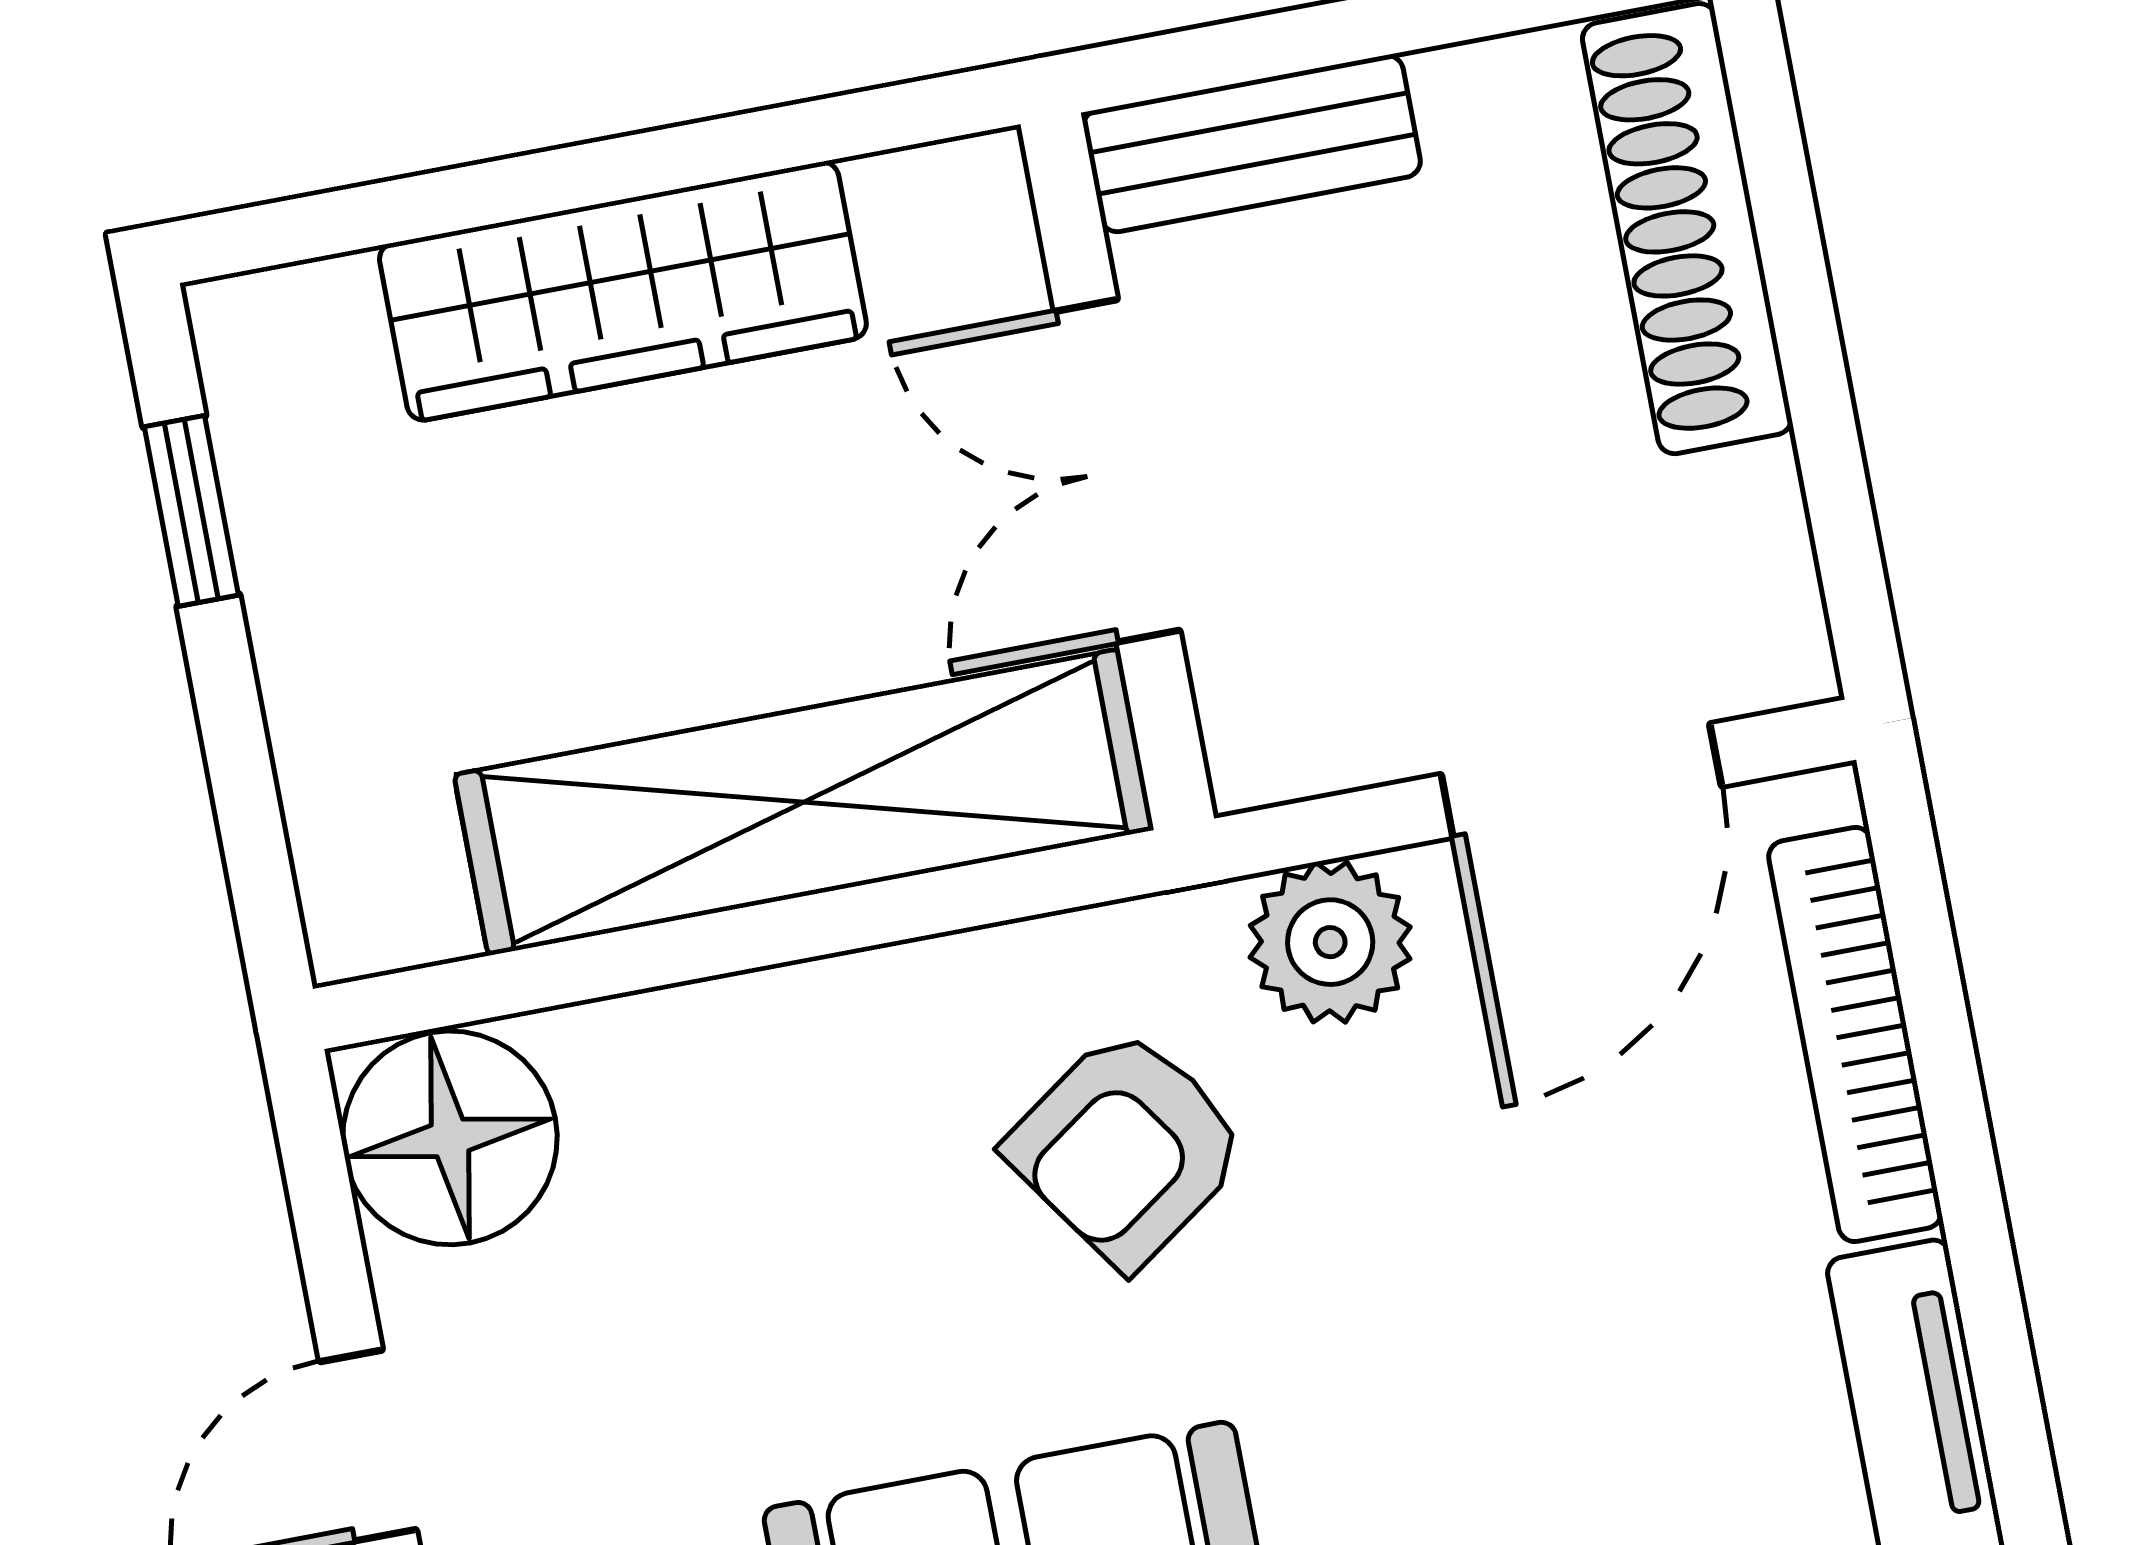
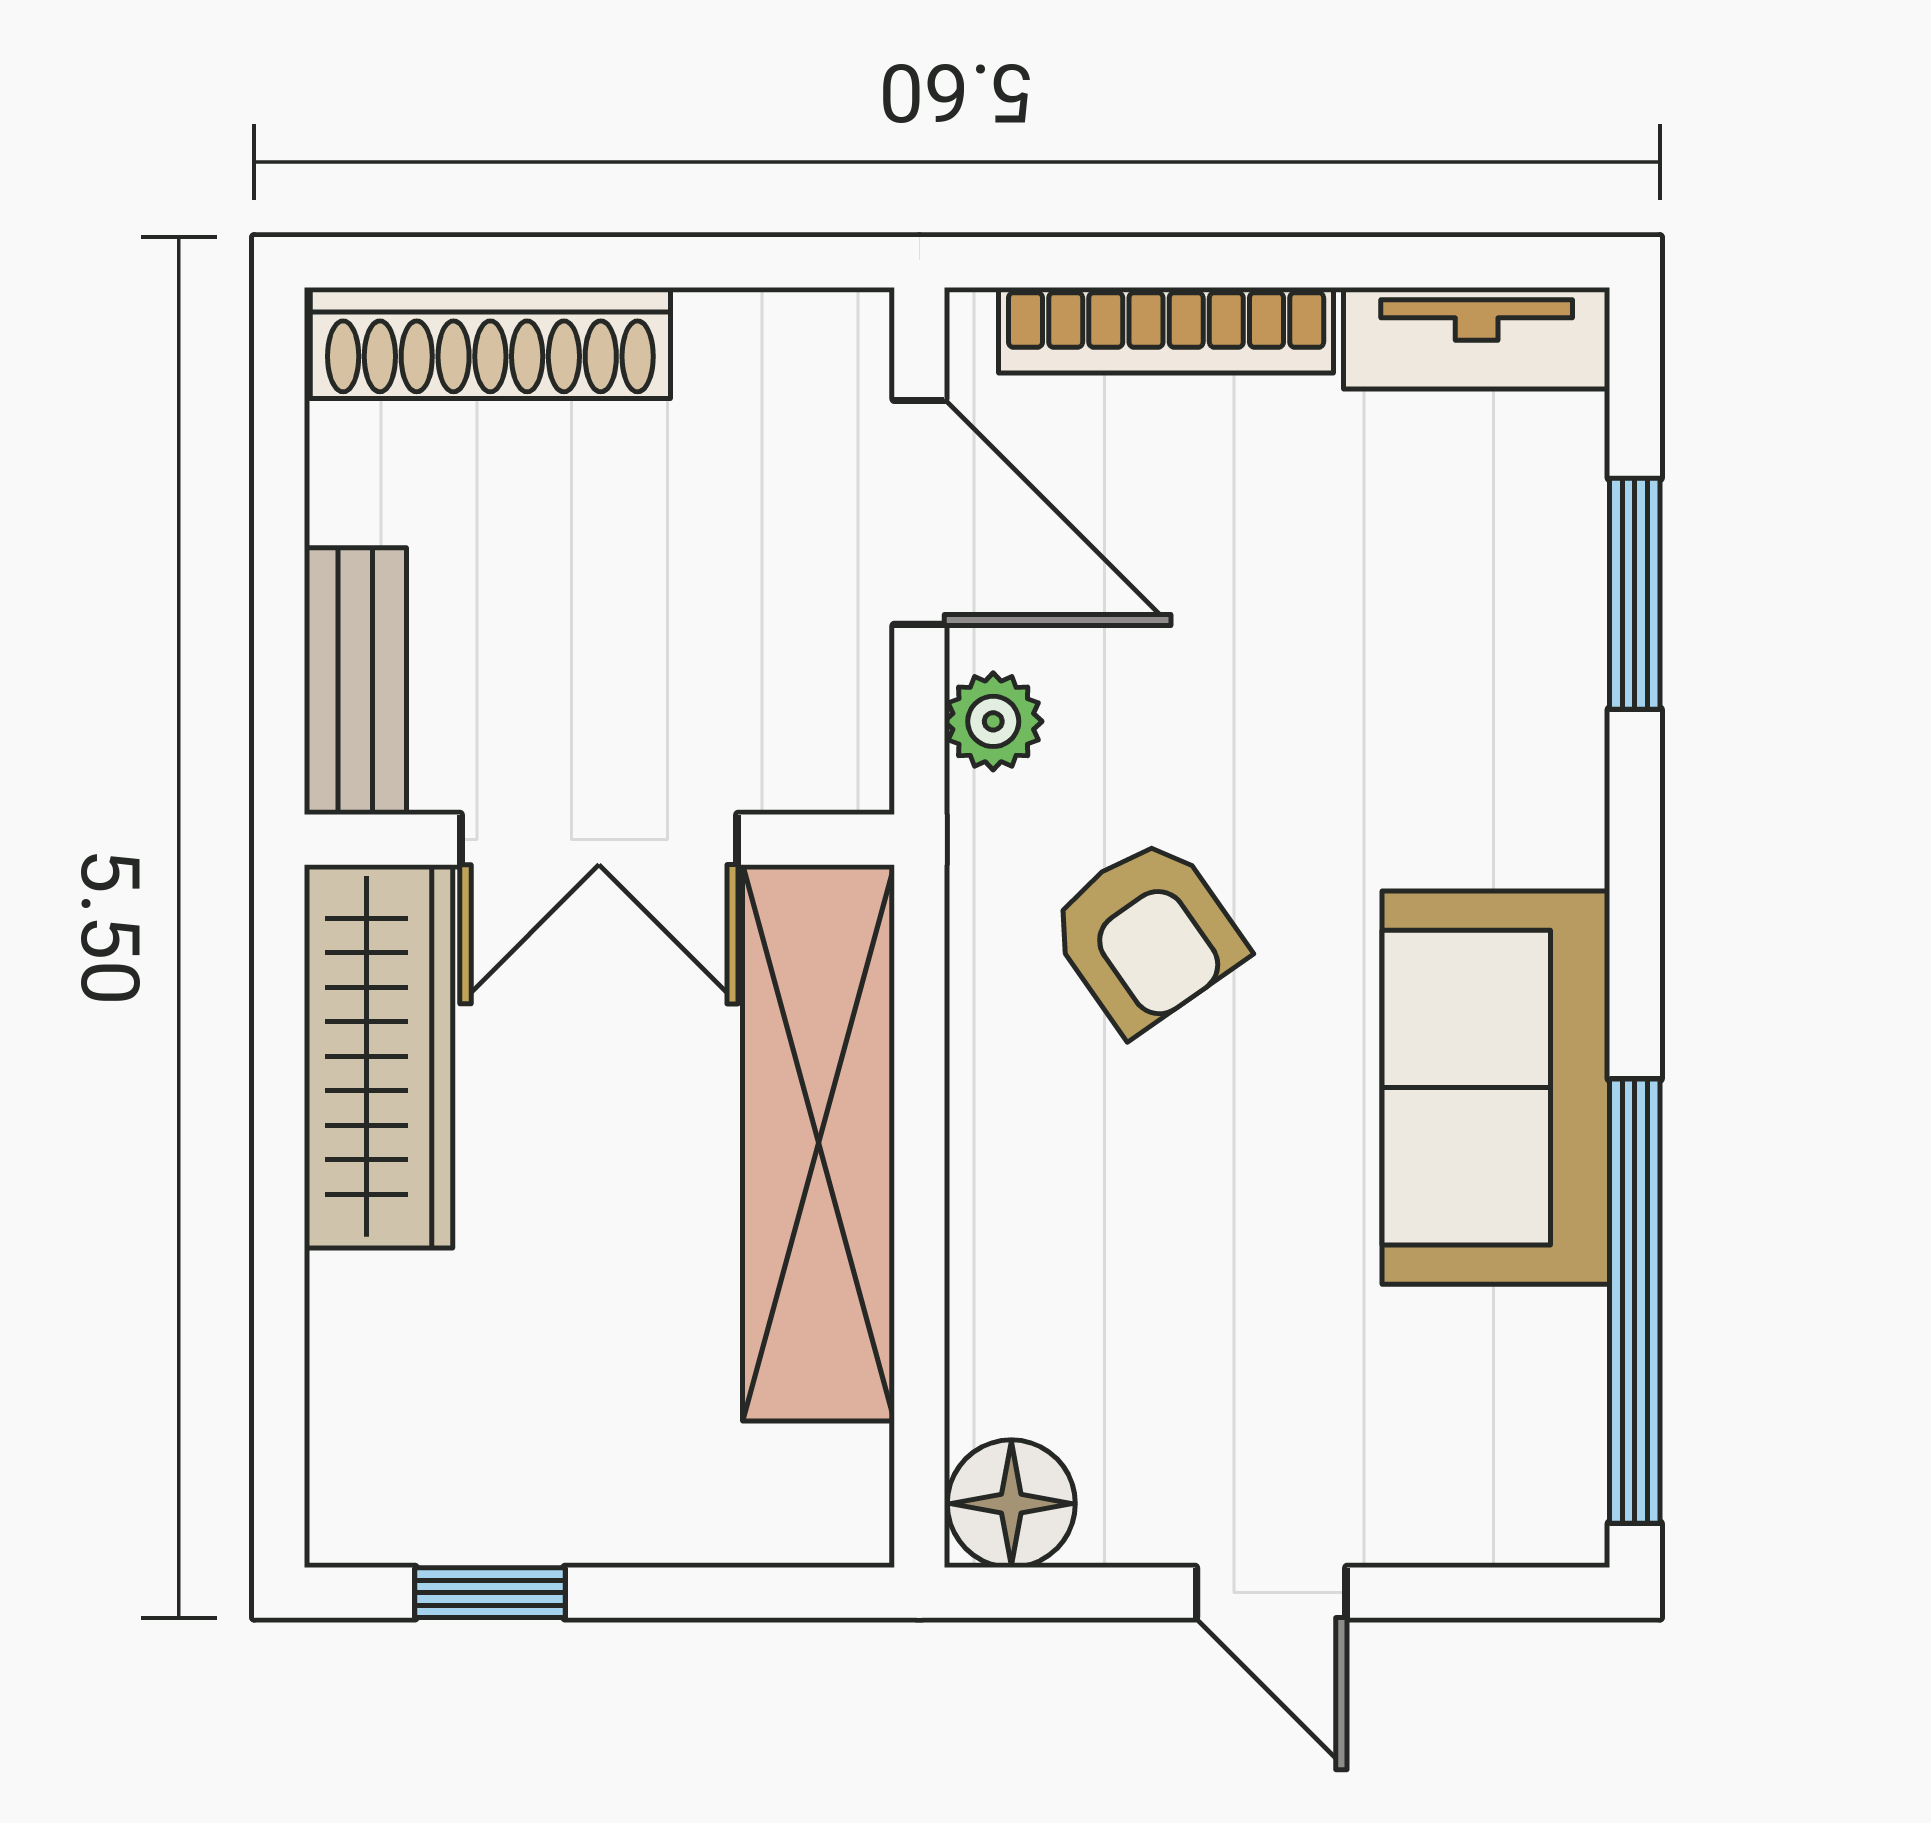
wardrobe: (623, 291) -> (379, 1056), moved
plant: (1330, 942) -> (993, 721), width x0.73, depth x0.73
floor lamp: (450, 1138) -> (1011, 1504), width x0.73, depth x0.73

